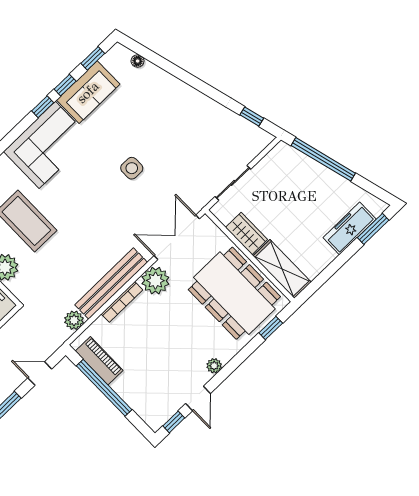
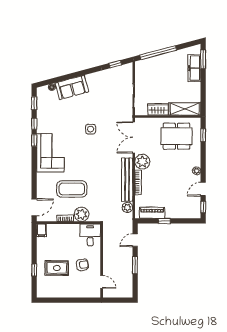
sofa: (88, 92) -> (72, 87), moved, turned 75
dining table: (234, 293) -> (176, 136), width x0.73, depth x0.80
window: (104, 388) -> (164, 221), width x0.32
door: (198, 398) -> (203, 189), swing flipped

